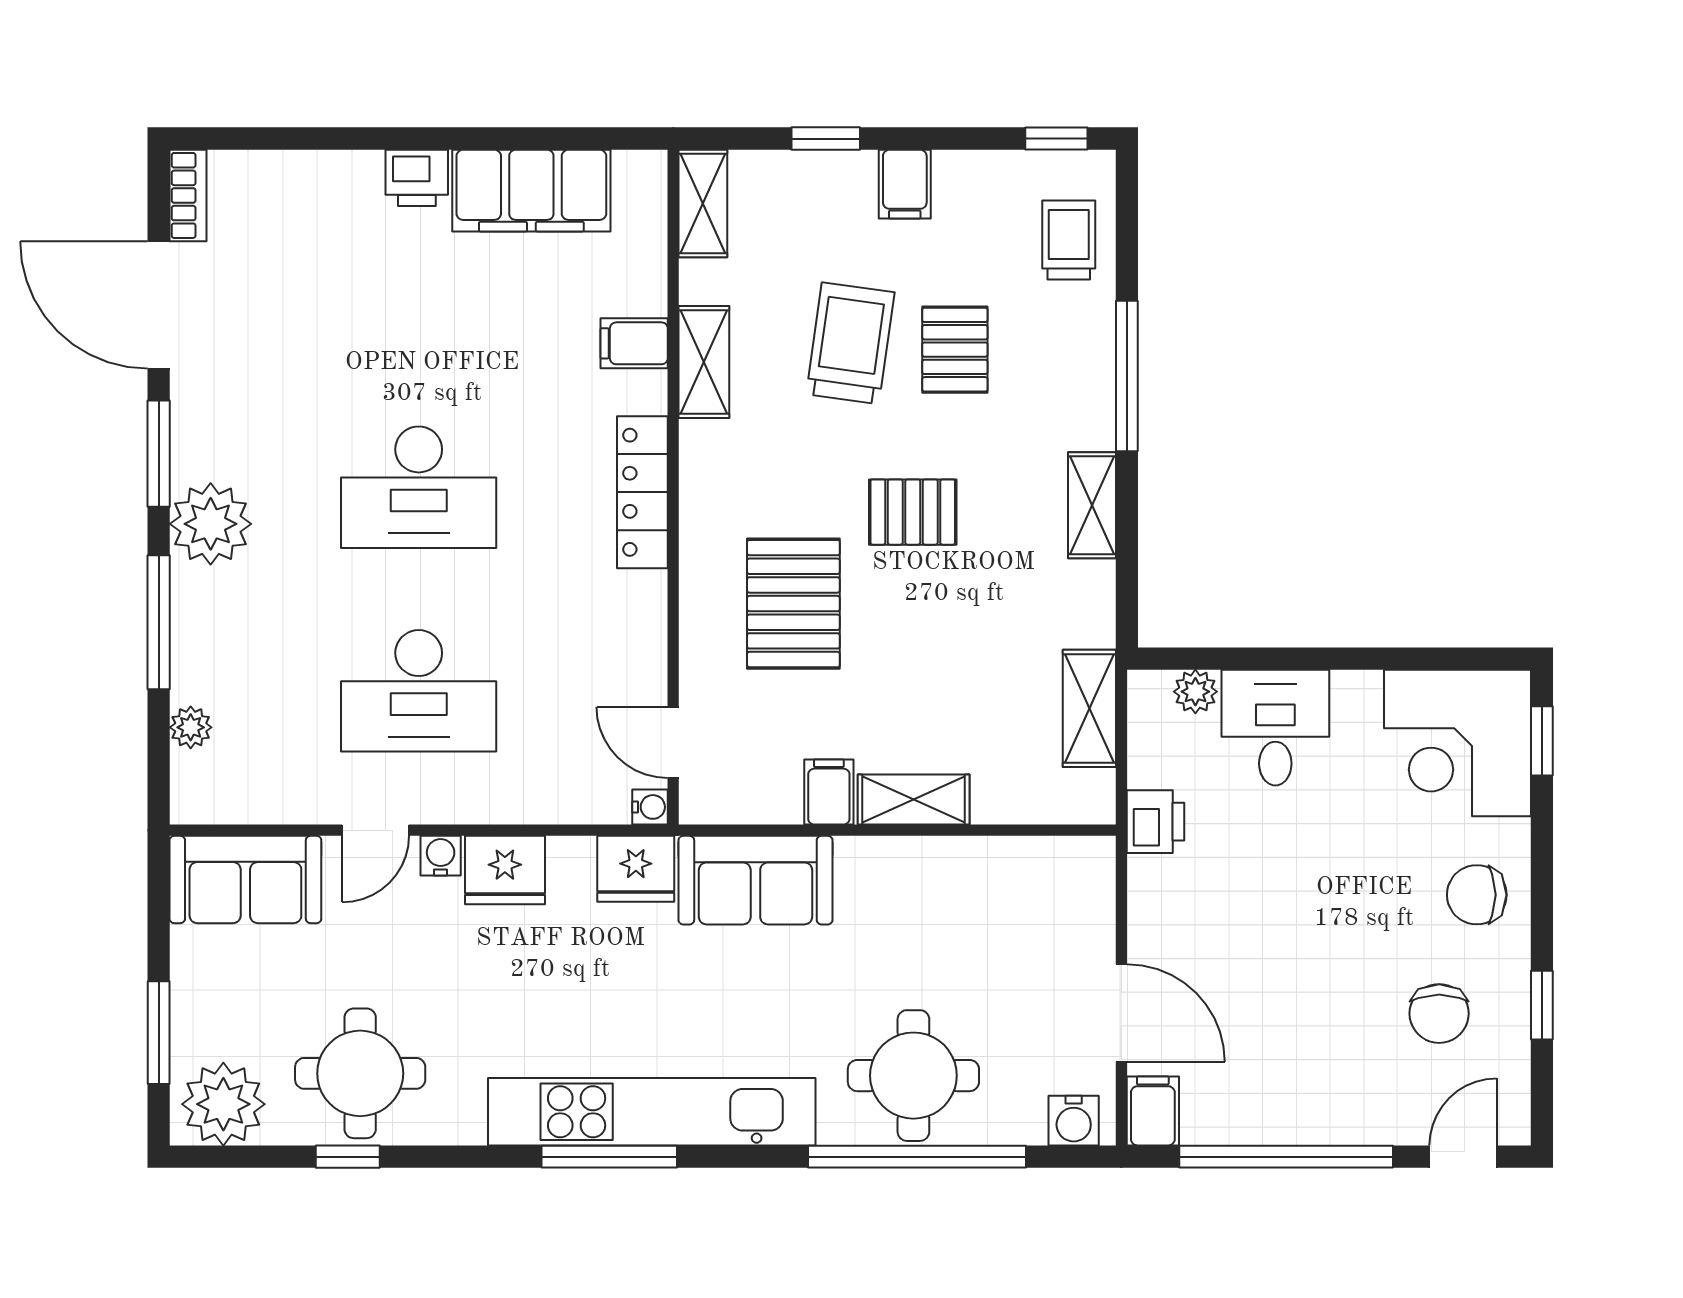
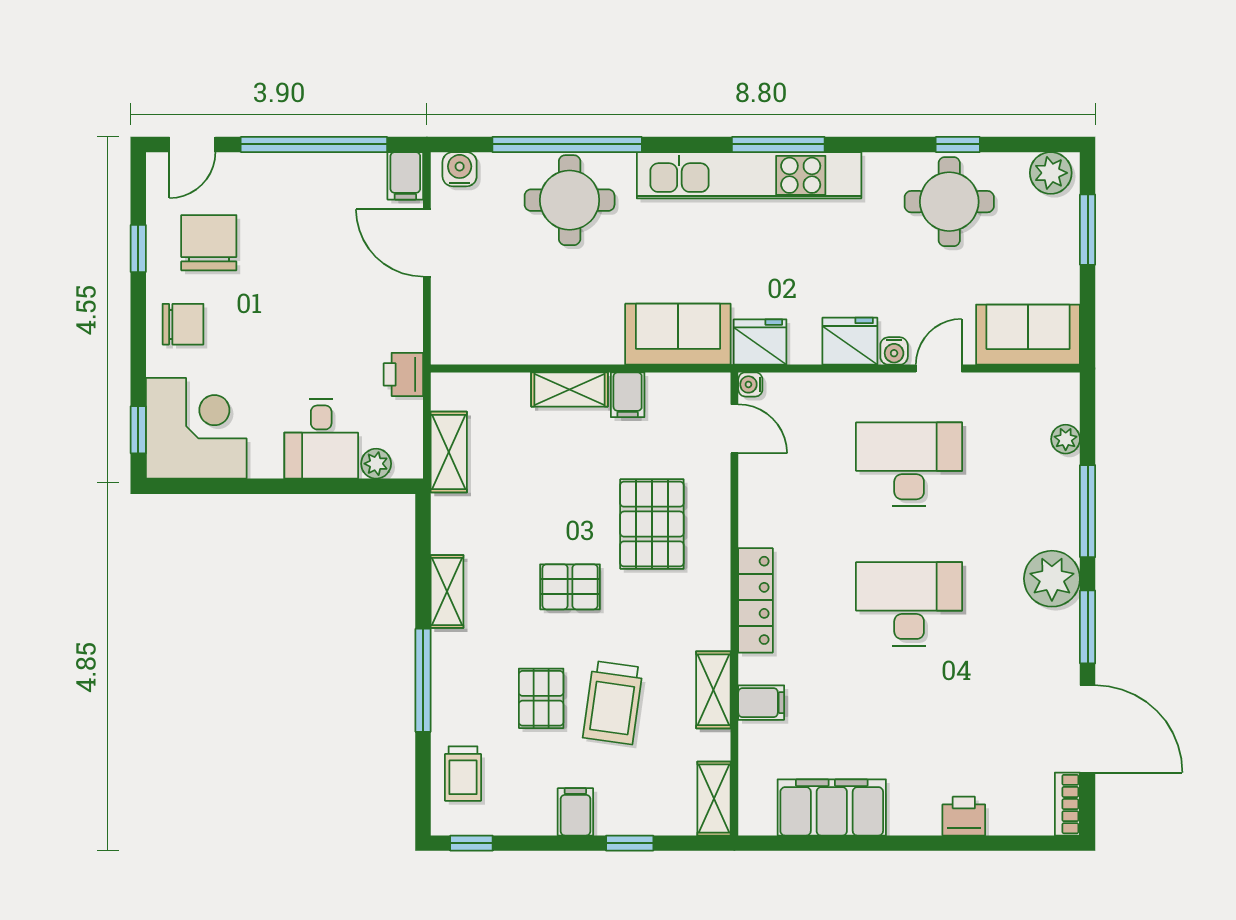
printer: (417, 178) -> (964, 816), moved
chair: (1439, 1014) -> (209, 243), width x1.37, depth x1.37
plant: (223, 1104) -> (1051, 173), width x0.73, depth x0.73

